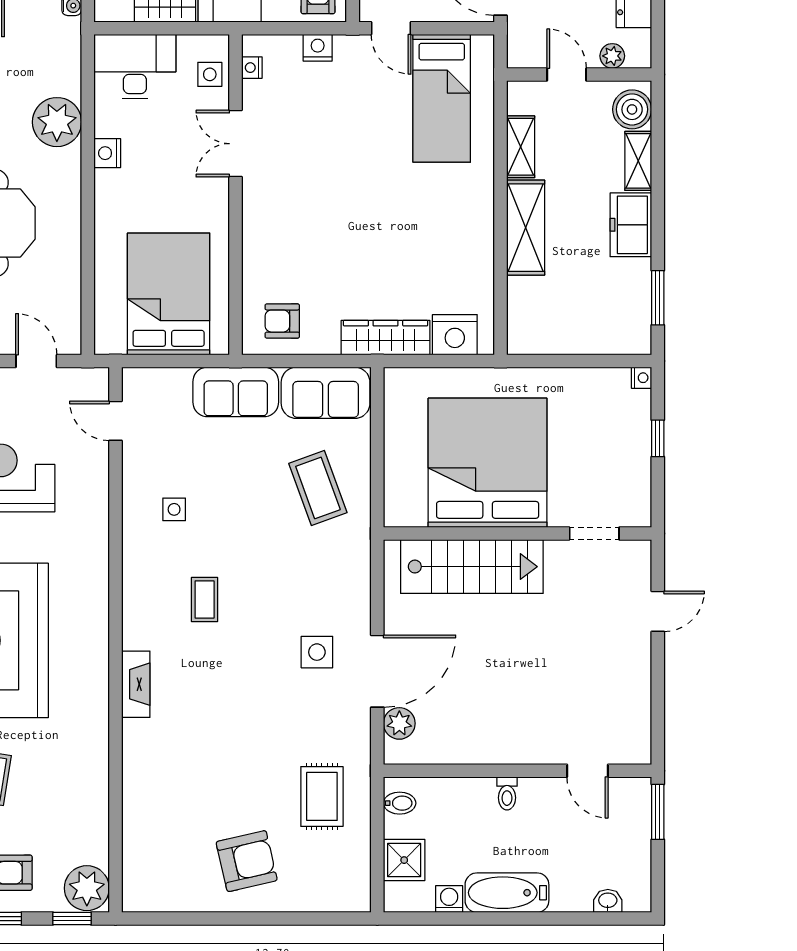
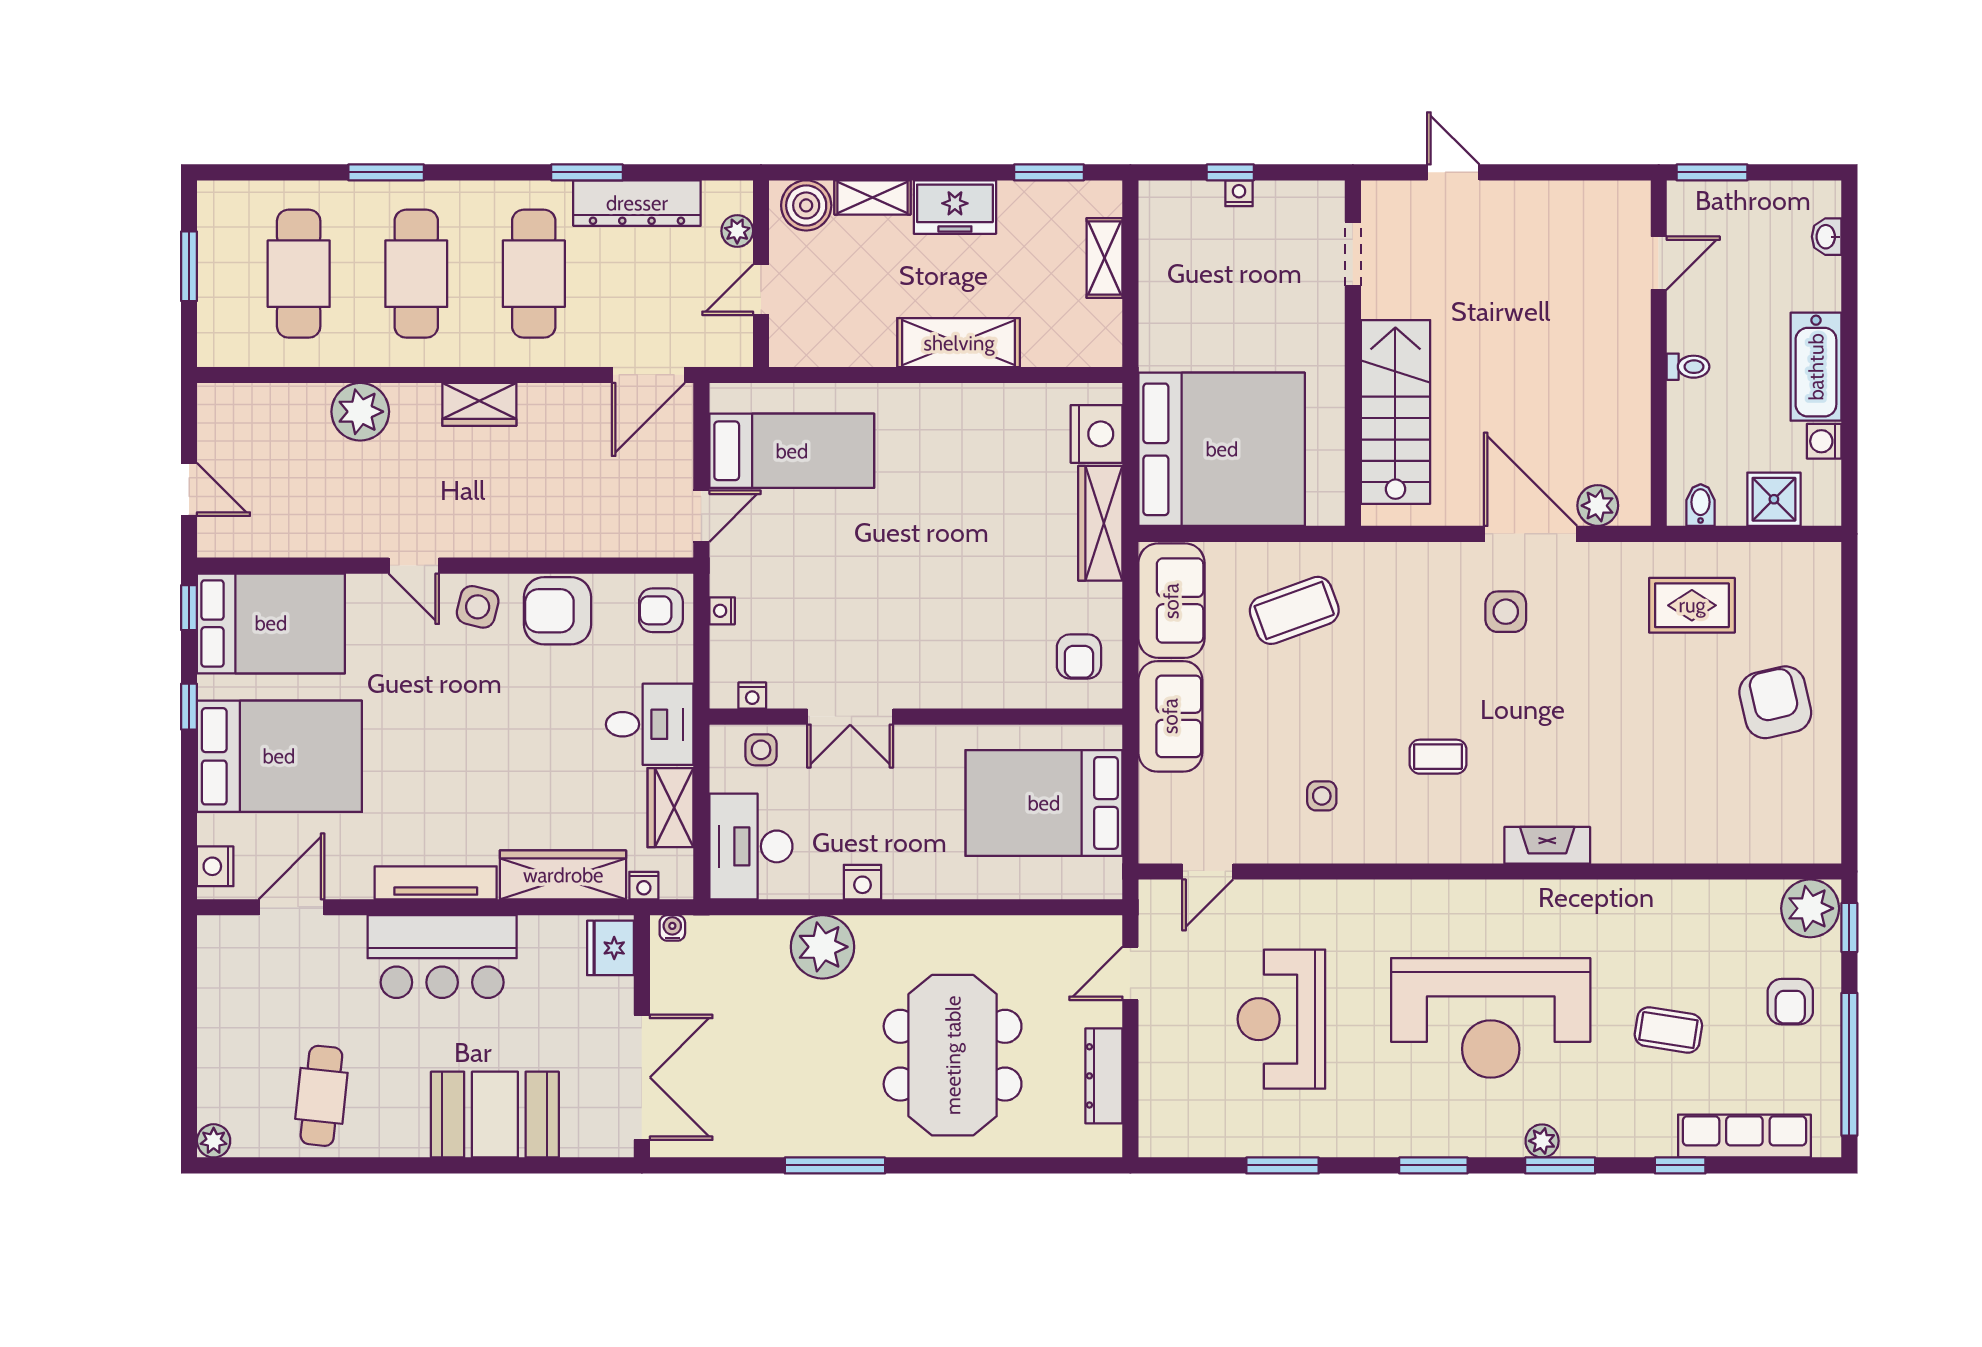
nightstand: (318, 48) -> (722, 611), width x0.72, depth x0.74
shelving: (521, 147) -> (1105, 258), moved, turned 90
nightstand: (641, 378) -> (1239, 193), moved
bed: (488, 463) -> (1222, 449), moved, turned 180

